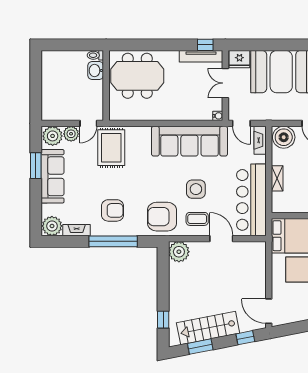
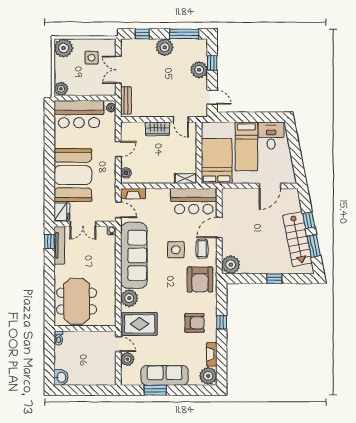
washbasin: (96, 70) -> (61, 377), moved, turned -90
door: (241, 123) -> (118, 210), hinge flipped
plant: (53, 136) -> (129, 298), moved
boiler: (284, 137) -> (126, 173), width x0.54, depth x0.54
shelving: (277, 178) -> (186, 179), moved
bar counter: (251, 200) -> (194, 201), width x0.73
armchair: (112, 210) -> (195, 323), turned 90
window: (113, 241) -> (222, 322), width x0.32
door: (269, 311) -> (270, 186), moved
window: (163, 320) -> (274, 279), moved
window: (245, 338) -> (309, 220), moved

